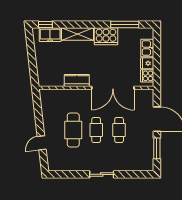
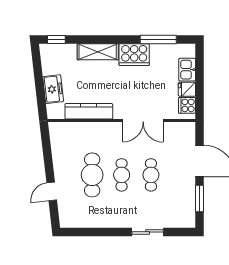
freezer: (50, 35) -> (53, 89), moved, turned -97
kitchen counter: (77, 80) -> (89, 111), width x1.50
double door: (113, 88) -> (143, 121), width x0.73
sliding door: (102, 174) -> (148, 232), moved

